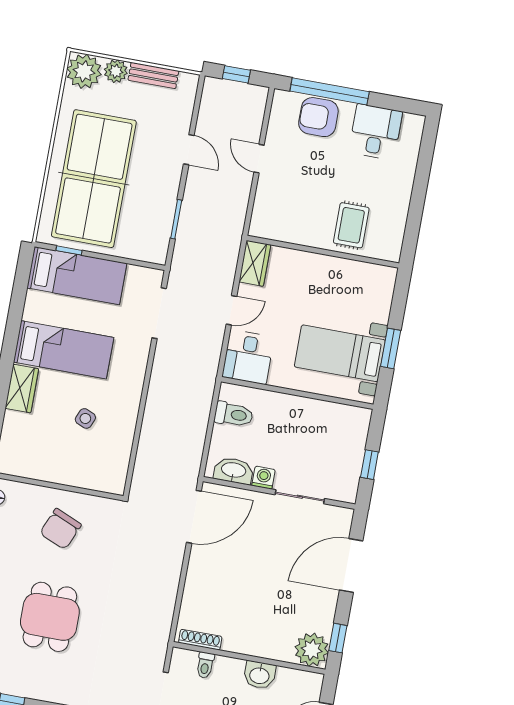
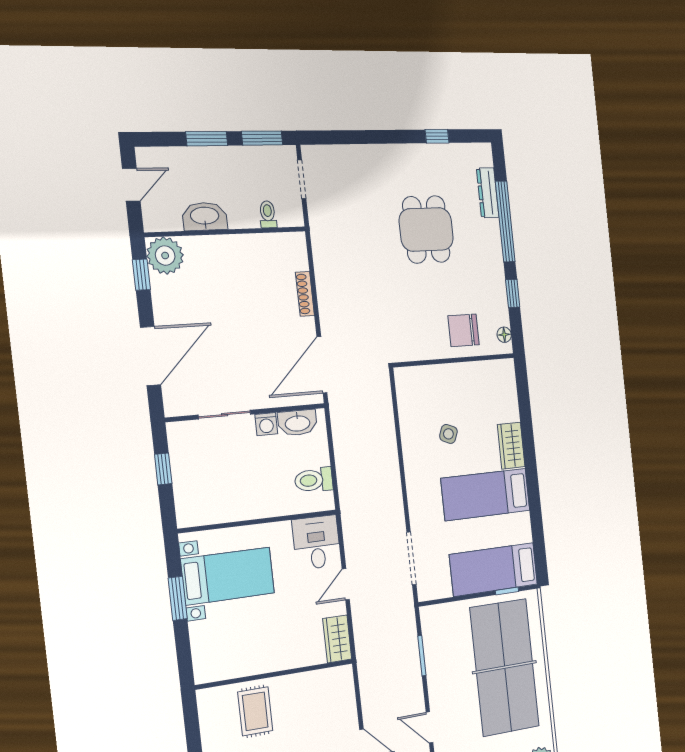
chair: (60, 529) -> (463, 330), moved, turned -113
shoe rack: (200, 640) -> (305, 294), moved, turned 90
washbasin: (259, 675) -> (205, 216), width x1.38

